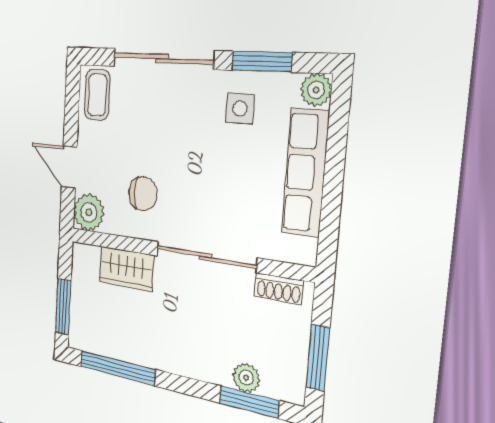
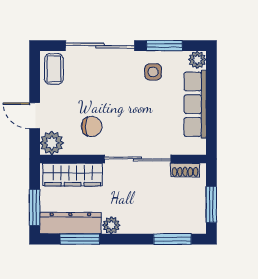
wardrobe: (126, 269) -> (73, 175), width x1.50
dresser: (106, 340) -> (70, 223), added
window: (117, 368) -> (80, 239), width x0.69
plant: (246, 378) -> (111, 225), moved

